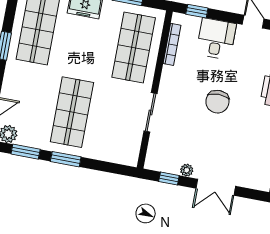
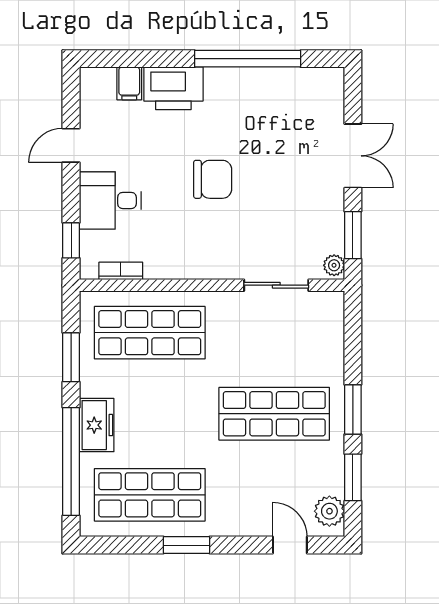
bookcase: (172, 44) -> (121, 271), width x0.64
sliding door: (151, 112) -> (276, 285), moved
plant: (187, 170) -> (334, 265), moved
window: (169, 178) -> (353, 235), width x1.50

